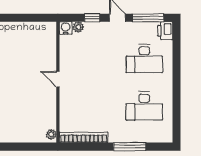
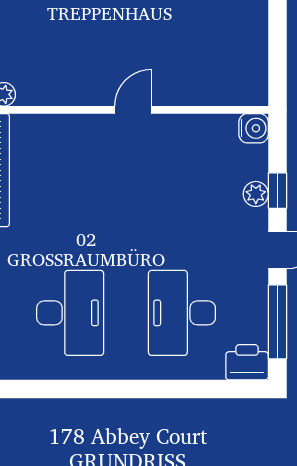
plant: (78, 27) -> (256, 194), moved
desk: (144, 106) -> (70, 313), turned 180

